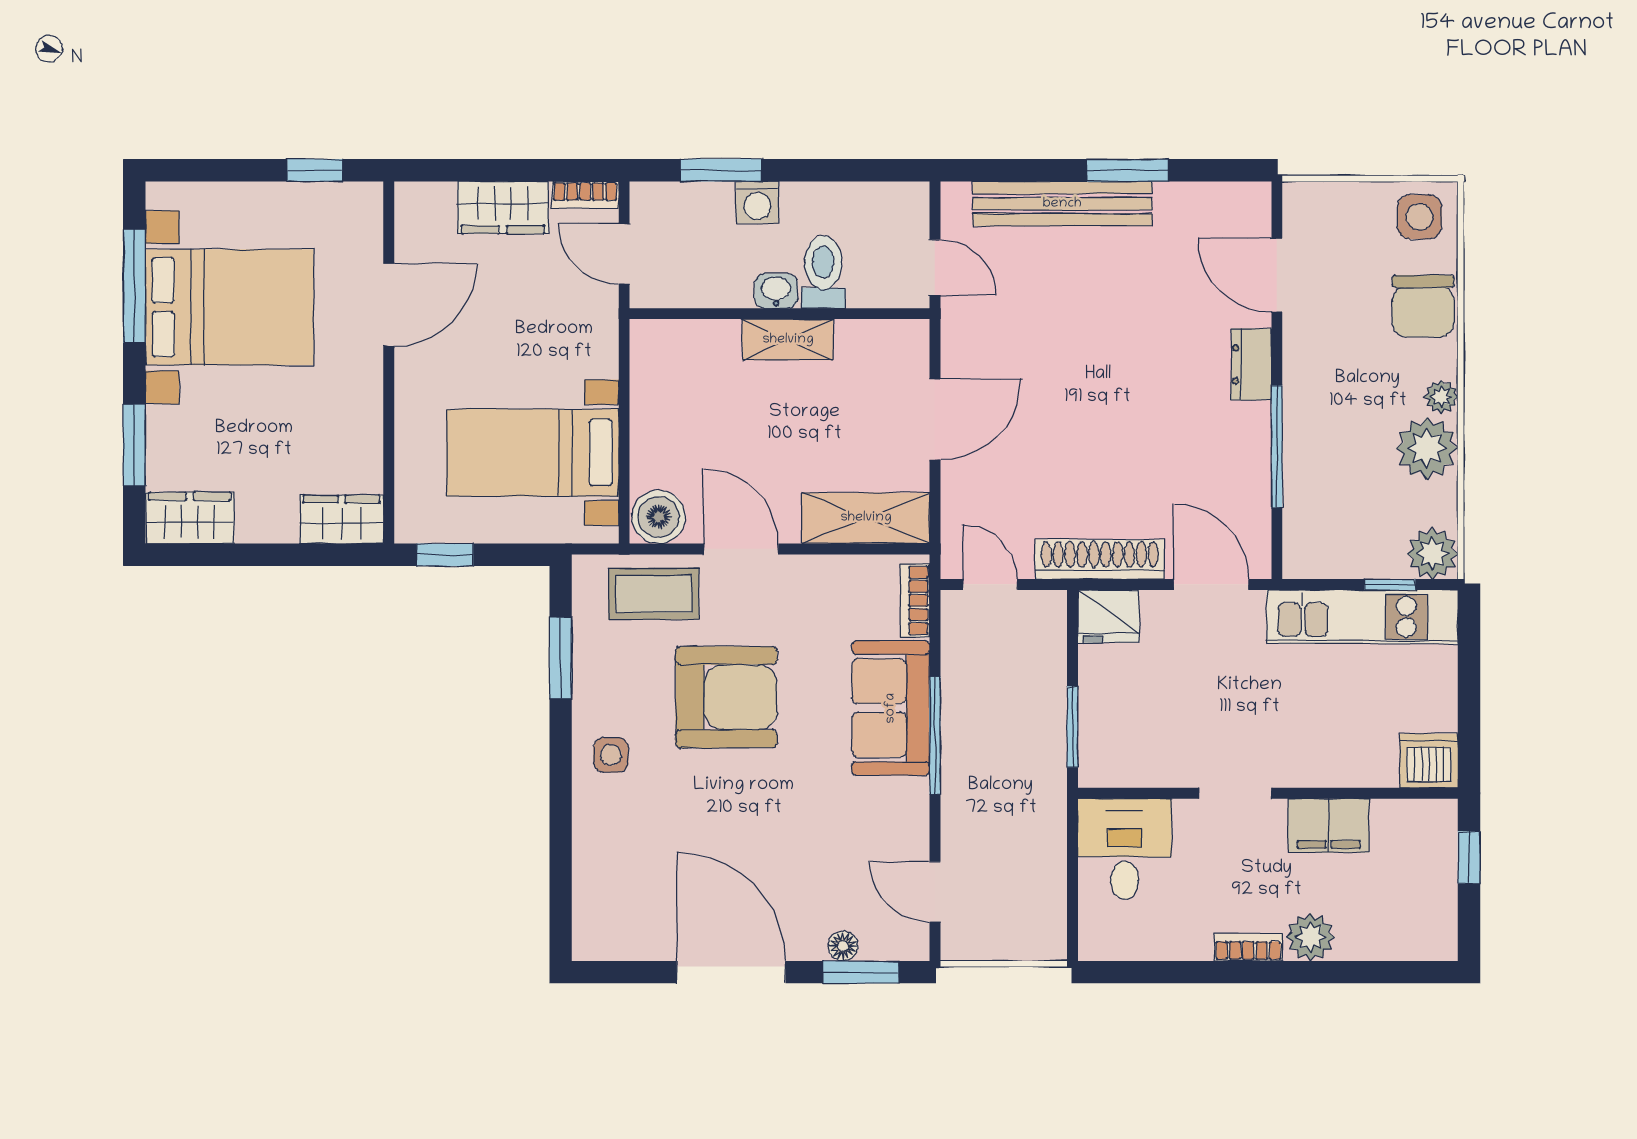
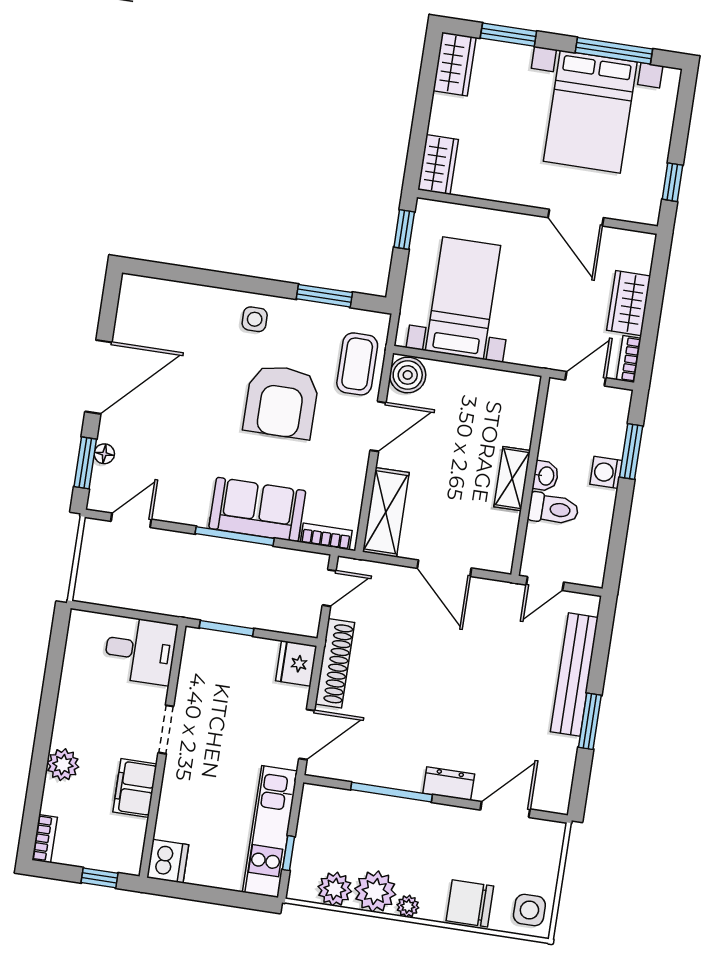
plant: (1432, 554) -> (335, 889), moved
bookcase: (1248, 947) -> (45, 839), moved

